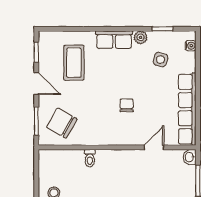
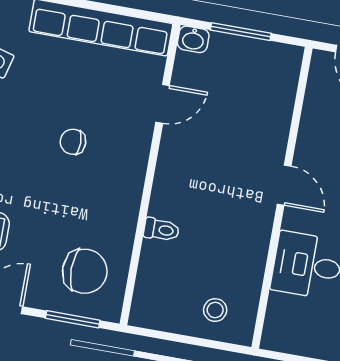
chair: (62, 123) -> (85, 271), turned -120
door: (154, 147) -> (163, 104), swing flipped

